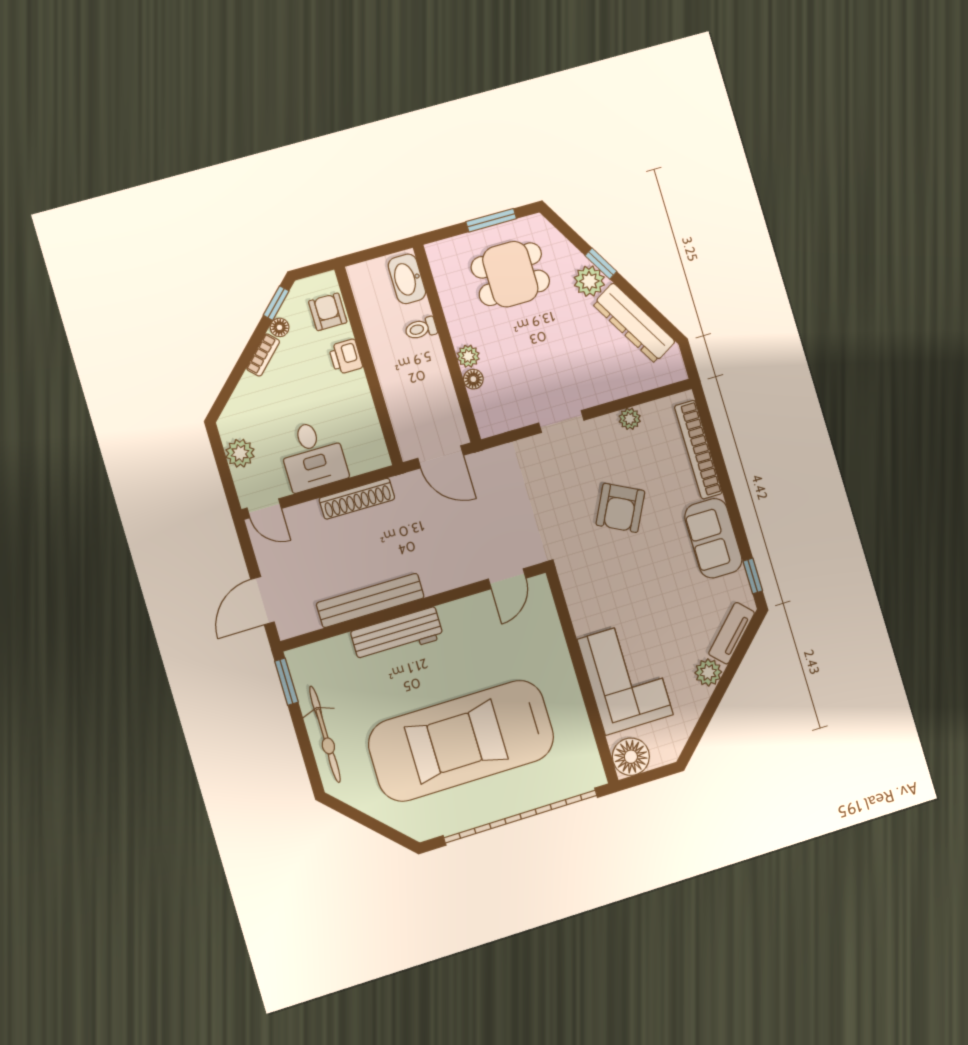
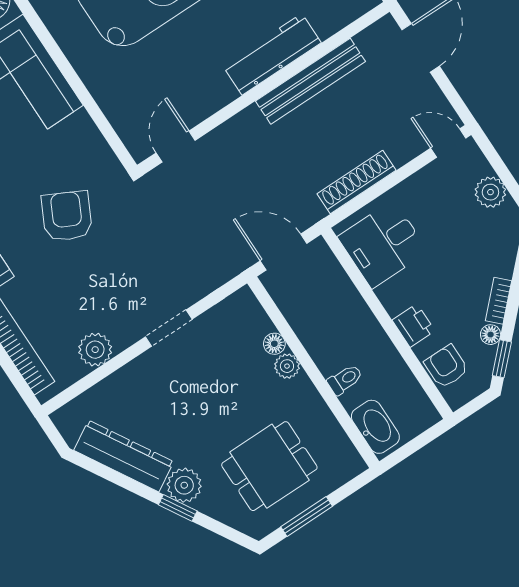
armchair: (328, 312) -> (446, 366), turned 180
plant: (630, 419) -> (95, 350), width x1.38, depth x1.38
desk: (313, 455) -> (383, 244), moved, turned -90
armchair: (620, 508) -> (67, 216), moved

